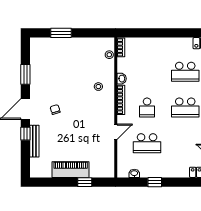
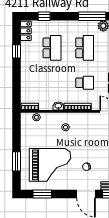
window: (181, 33) -> (17, 51), added
grand piano: (57, 69) -> (50, 165), added
window: (25, 74) -> (42, 194), moved

